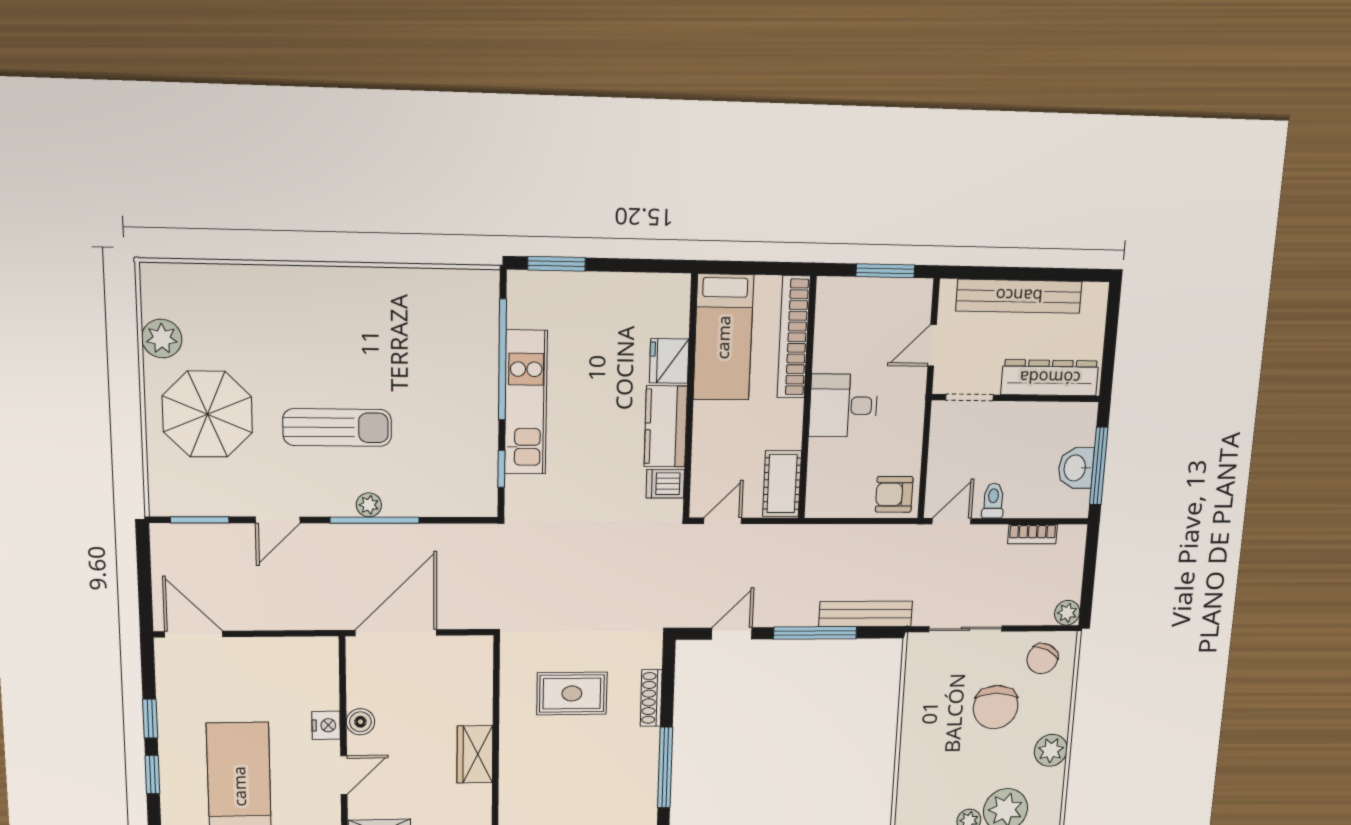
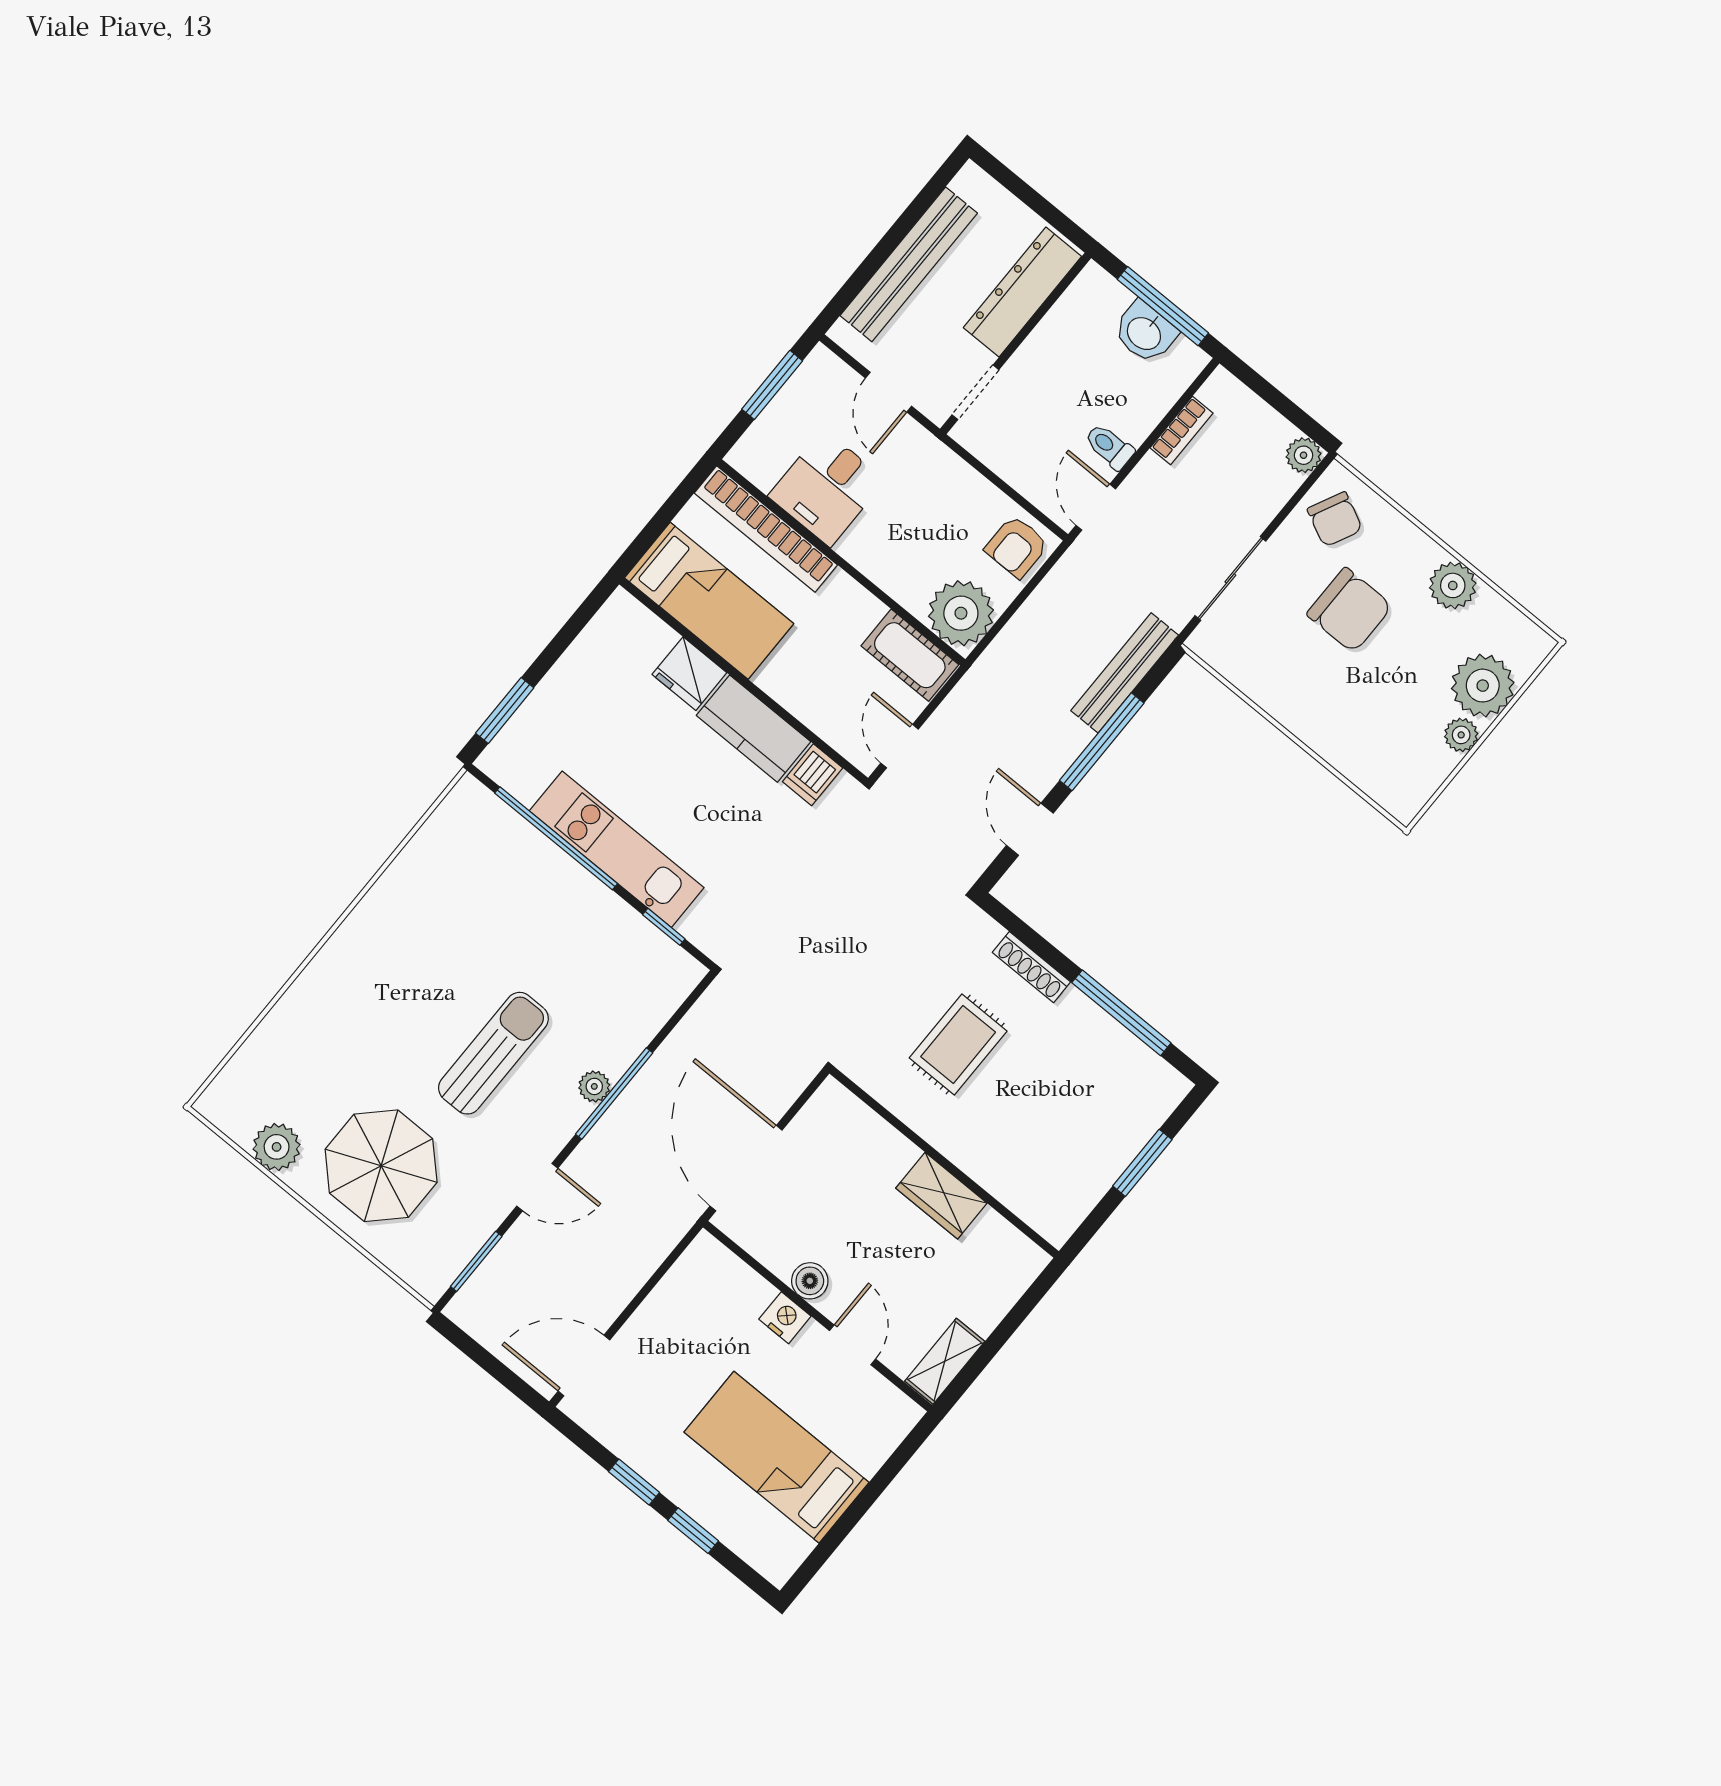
desk: (843, 406) -> (827, 488), moved
plant: (830, 493) -> (961, 613), added
door: (278, 520) -> (537, 1187), hinge flipped

